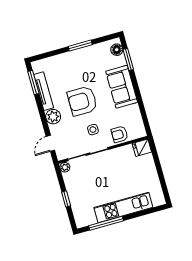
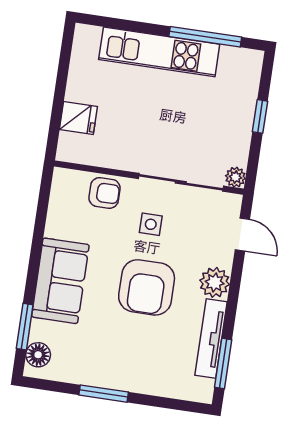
armchair: (82, 101) -> (147, 287), turned 90
door: (50, 143) -> (242, 234), hinge flipped
fridge: (142, 148) -> (78, 118), moved

